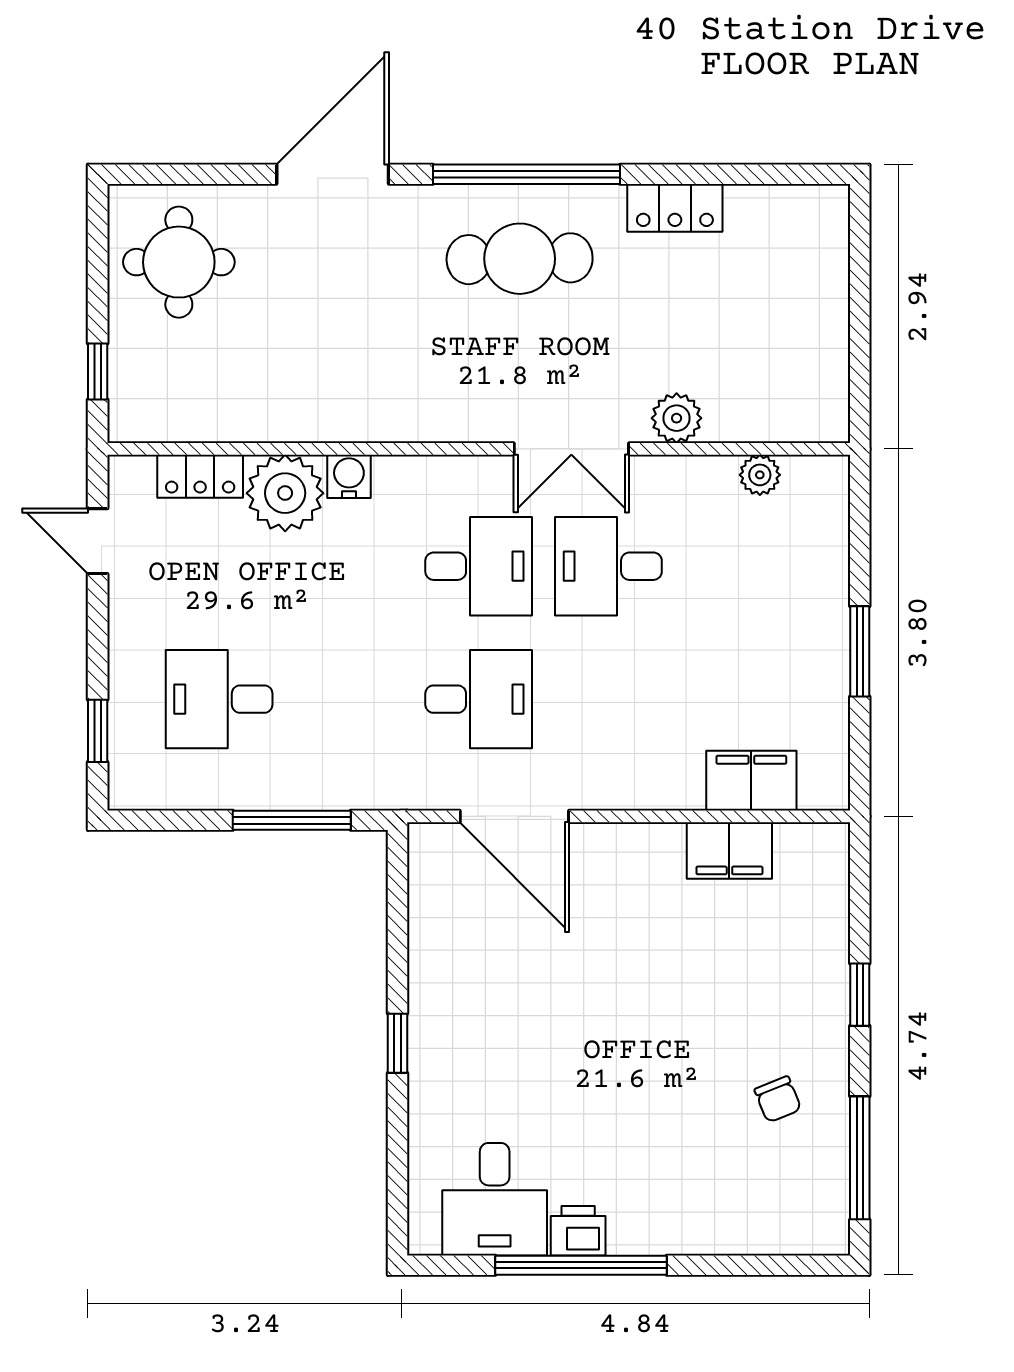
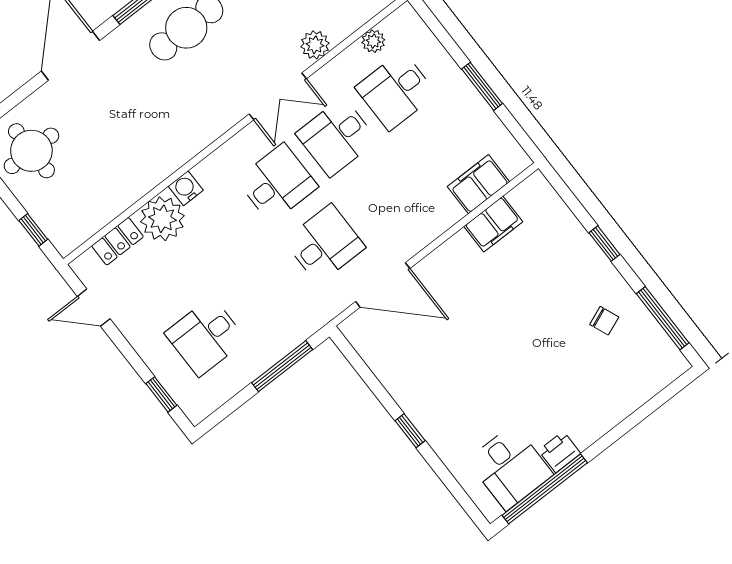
desk: (738, 566) -> (396, 91), added
window: (581, 1265) -> (545, 489), moved

